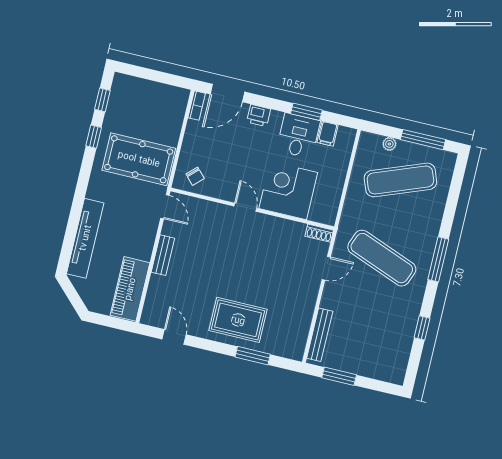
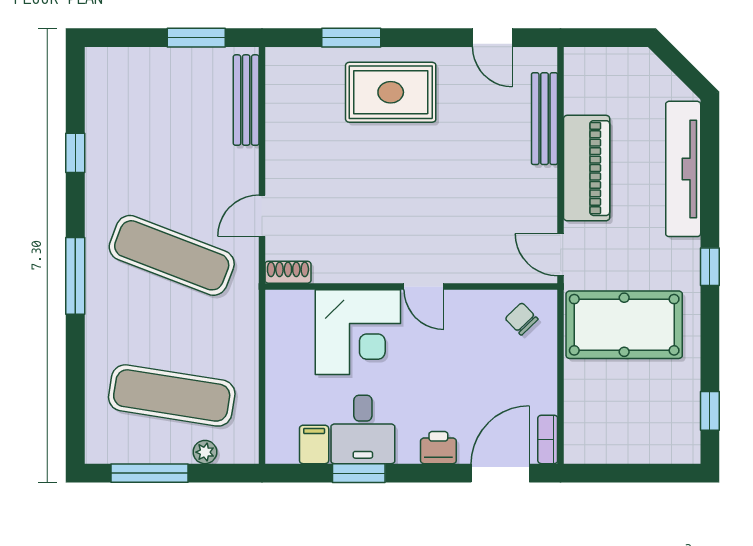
window: (94, 137) -> (710, 267), moved
exercise mat: (400, 180) -> (172, 395), turned 30
bench: (163, 255) -> (545, 119), moved, width x1.36
piano: (130, 289) -> (587, 168), moved

